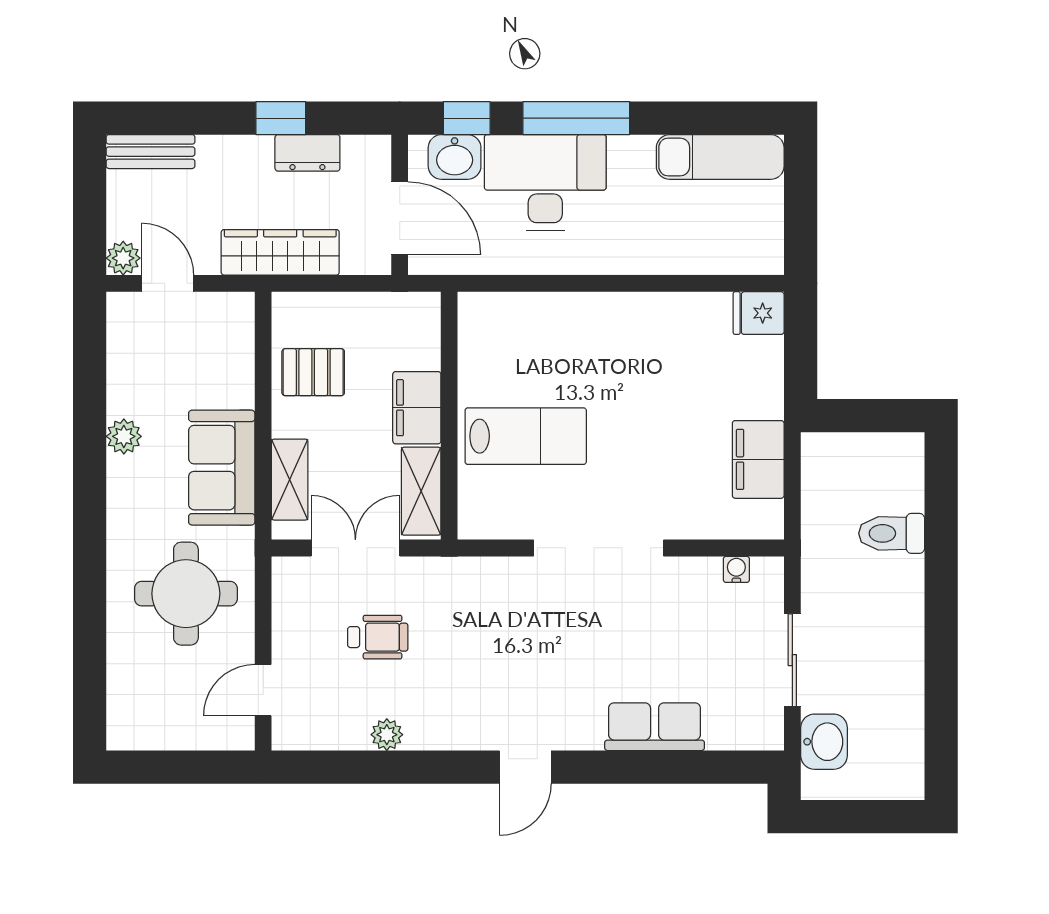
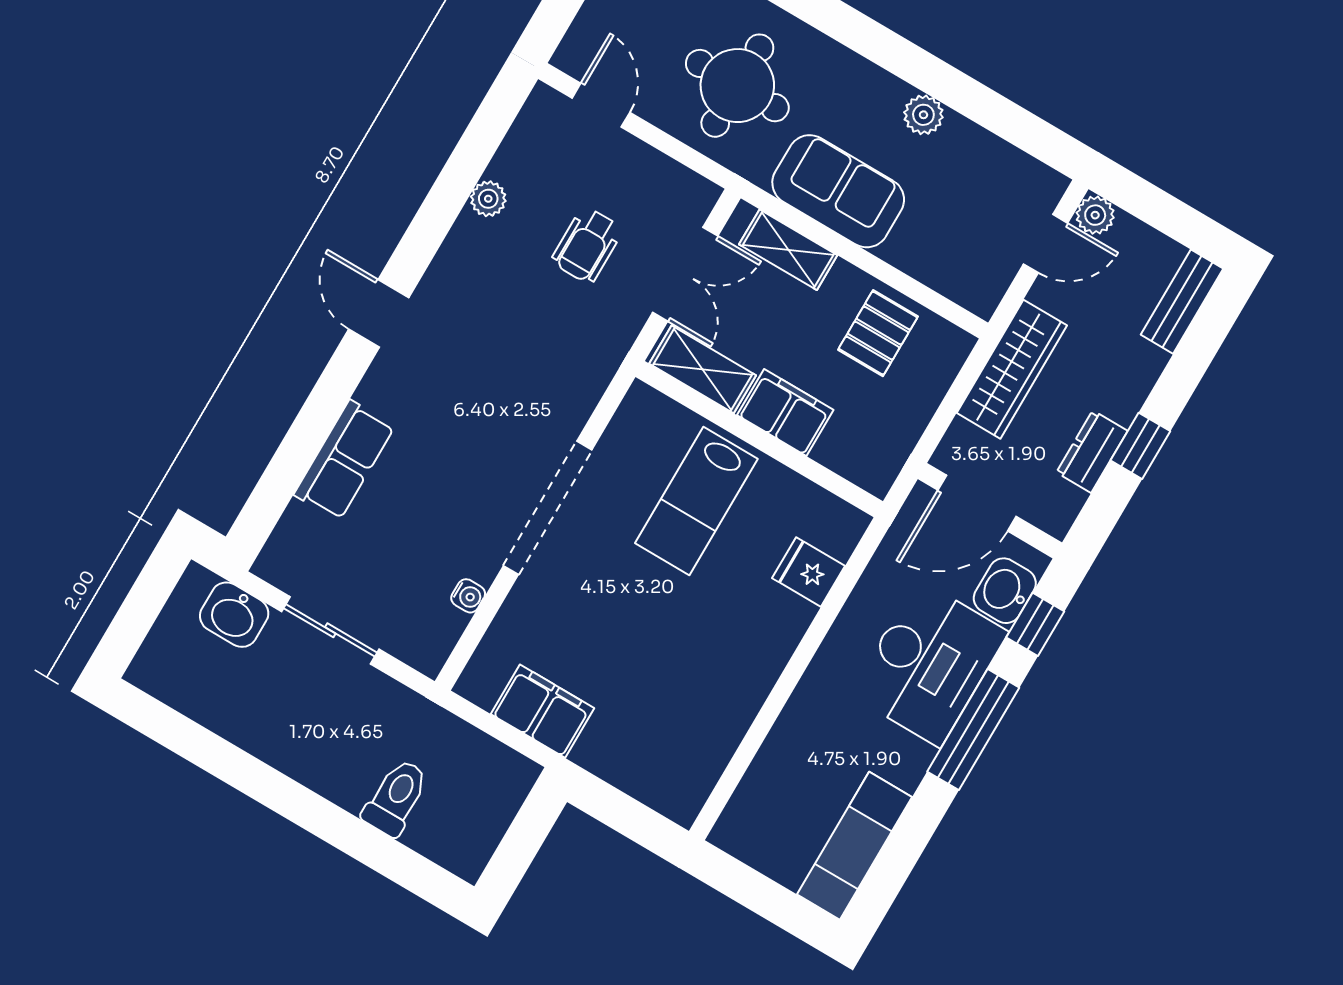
fridge: (759, 313) -> (808, 572), moved, turned -90
water cooler: (736, 569) -> (468, 596), moved

